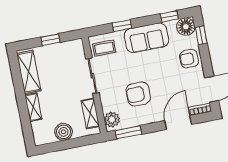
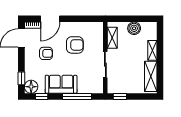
window: (122, 26) -> (77, 96), width x2.17
window: (50, 40) -> (120, 96), moved
coffee table: (104, 48) -> (93, 83), removed
armchair: (189, 59) -> (46, 53), moved
plant: (112, 120) -> (97, 30), removed
window: (128, 132) -> (87, 19), removed

